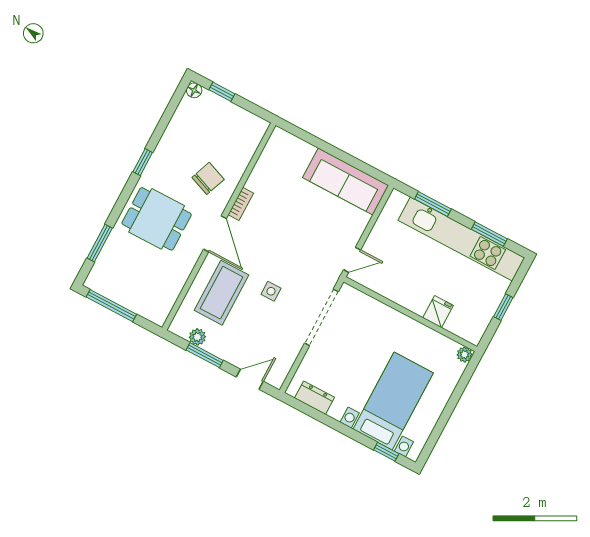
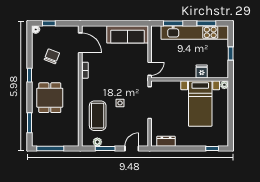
chair: (208, 178) -> (52, 56), moved
dining table: (157, 219) -> (50, 98), turned 90
door: (215, 234) -> (80, 43), moved
bed with nightstands: (393, 401) -> (200, 104), moved, turned 180

